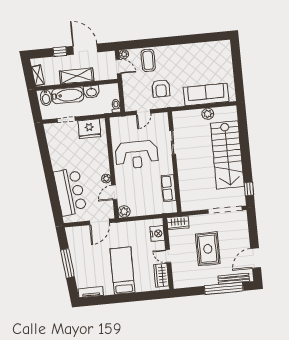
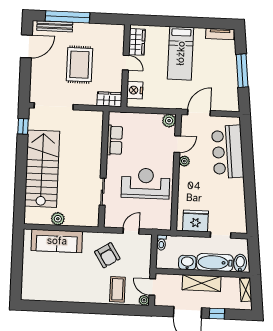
armchair: (161, 88) -> (107, 255), turned 148

